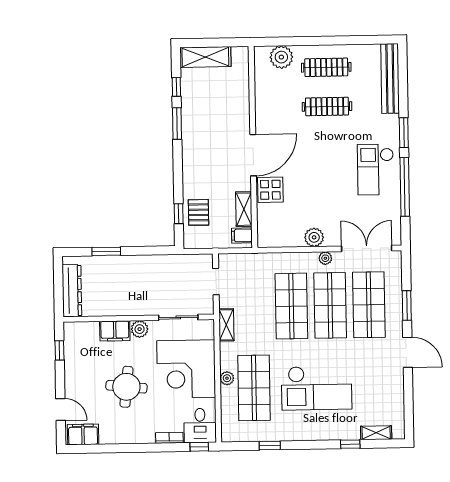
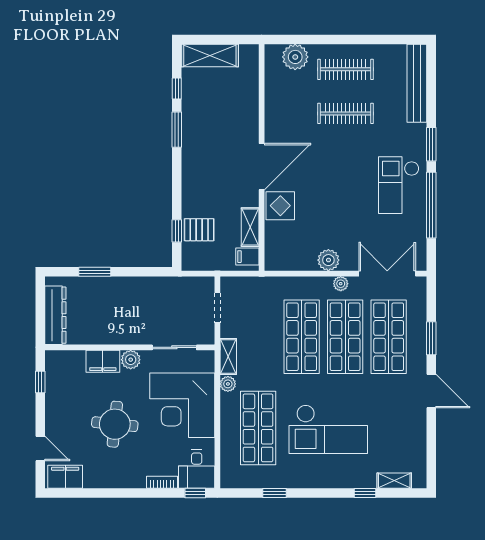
pallet: (198, 212) -> (199, 230), turned 90
plant: (227, 378) -> (228, 384), moved

